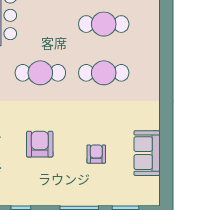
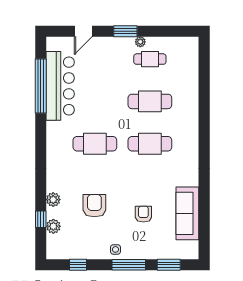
sofa: (147, 153) -> (187, 213), width x1.36
side table: (64, 195) -> (115, 249), added

